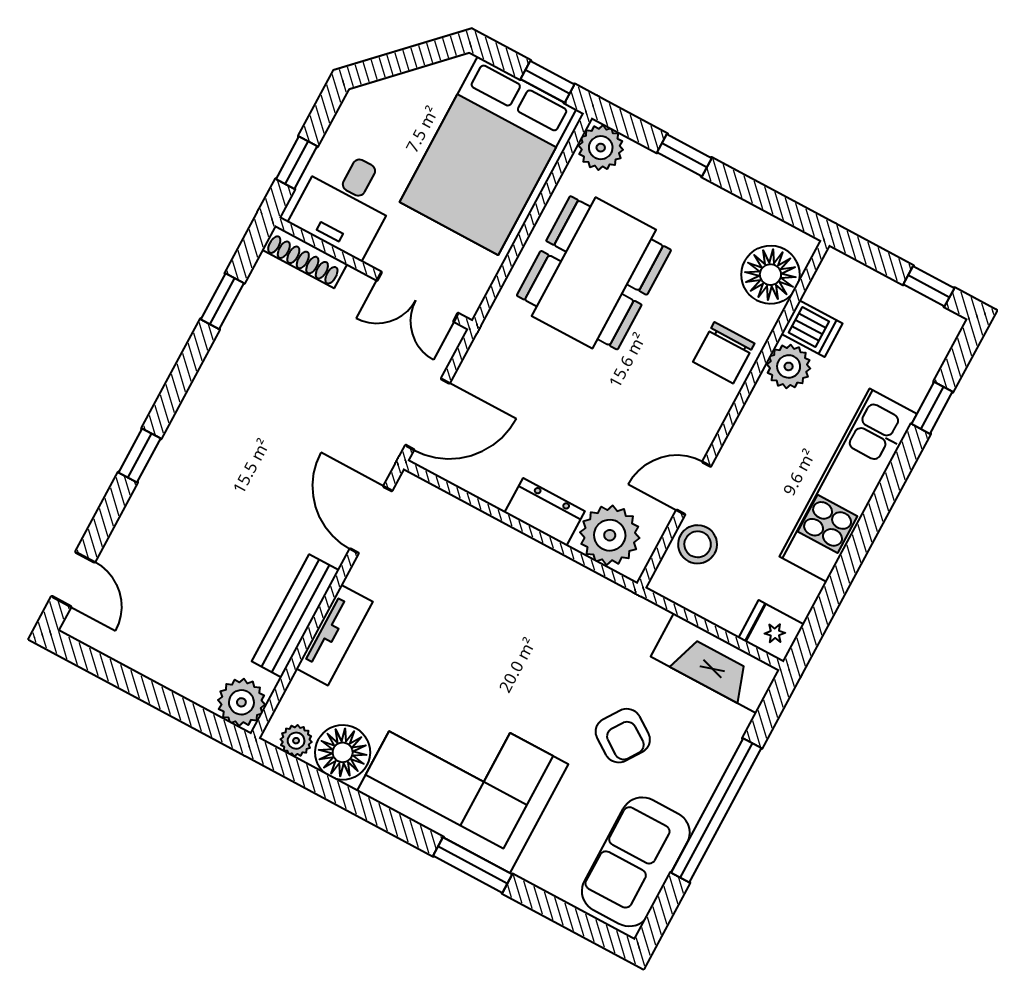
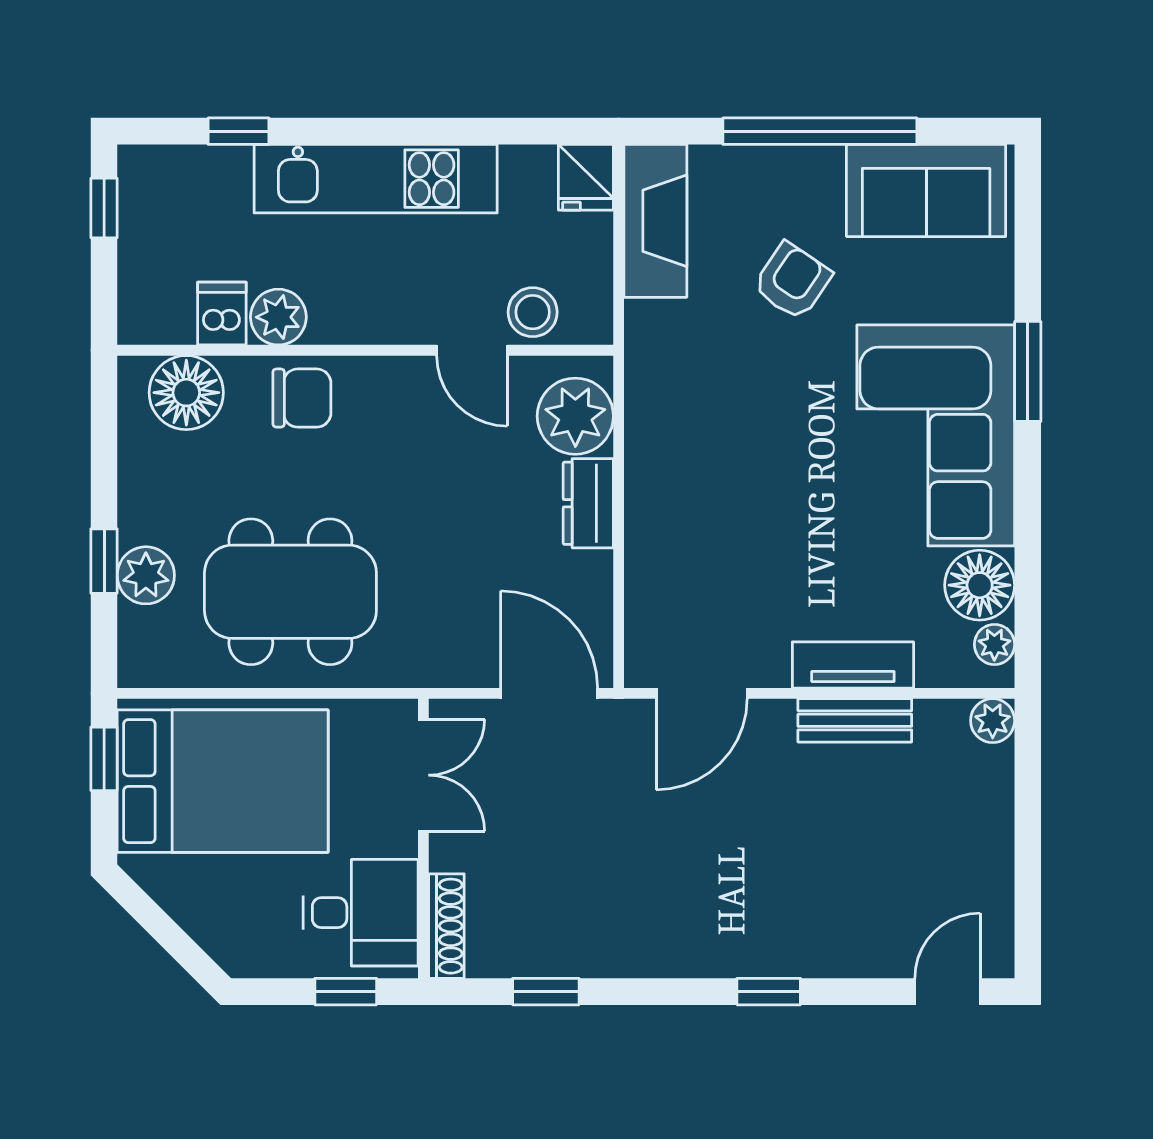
plant: (601, 148) -> (146, 575), moved
bench: (295, 616) -> (855, 720), width x0.73
plant: (241, 702) -> (993, 721), width x0.73, depth x0.73

